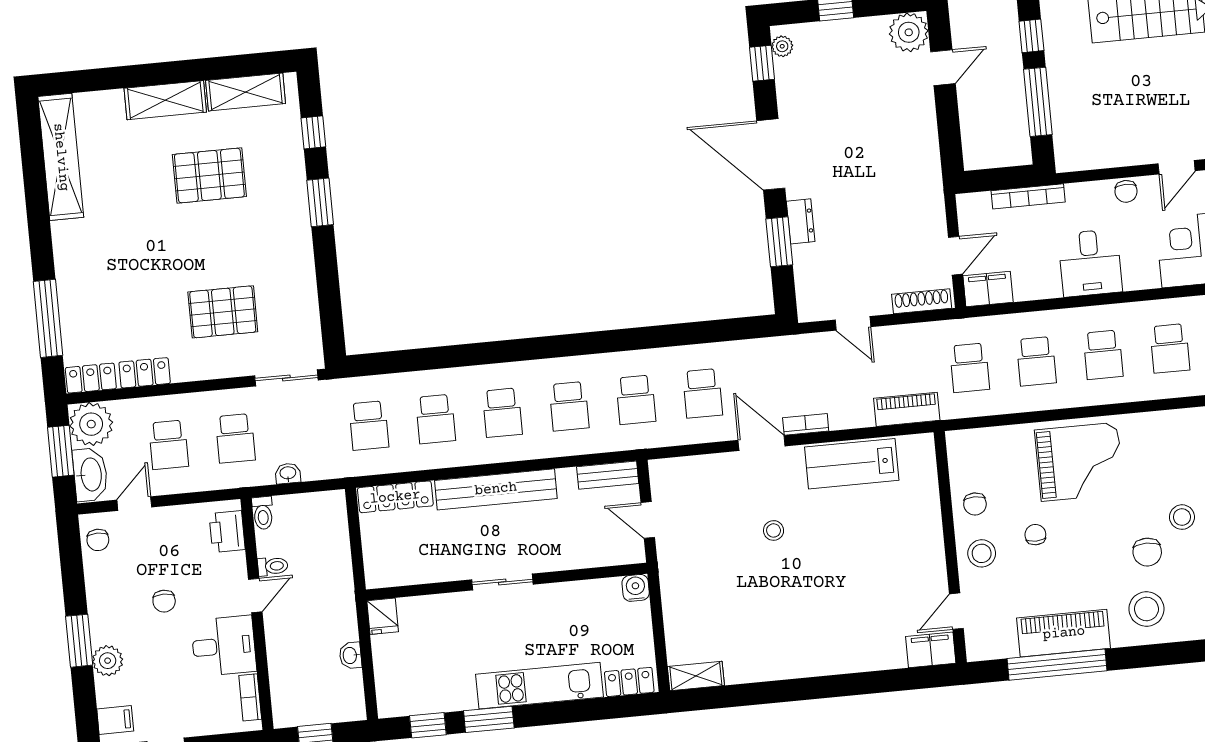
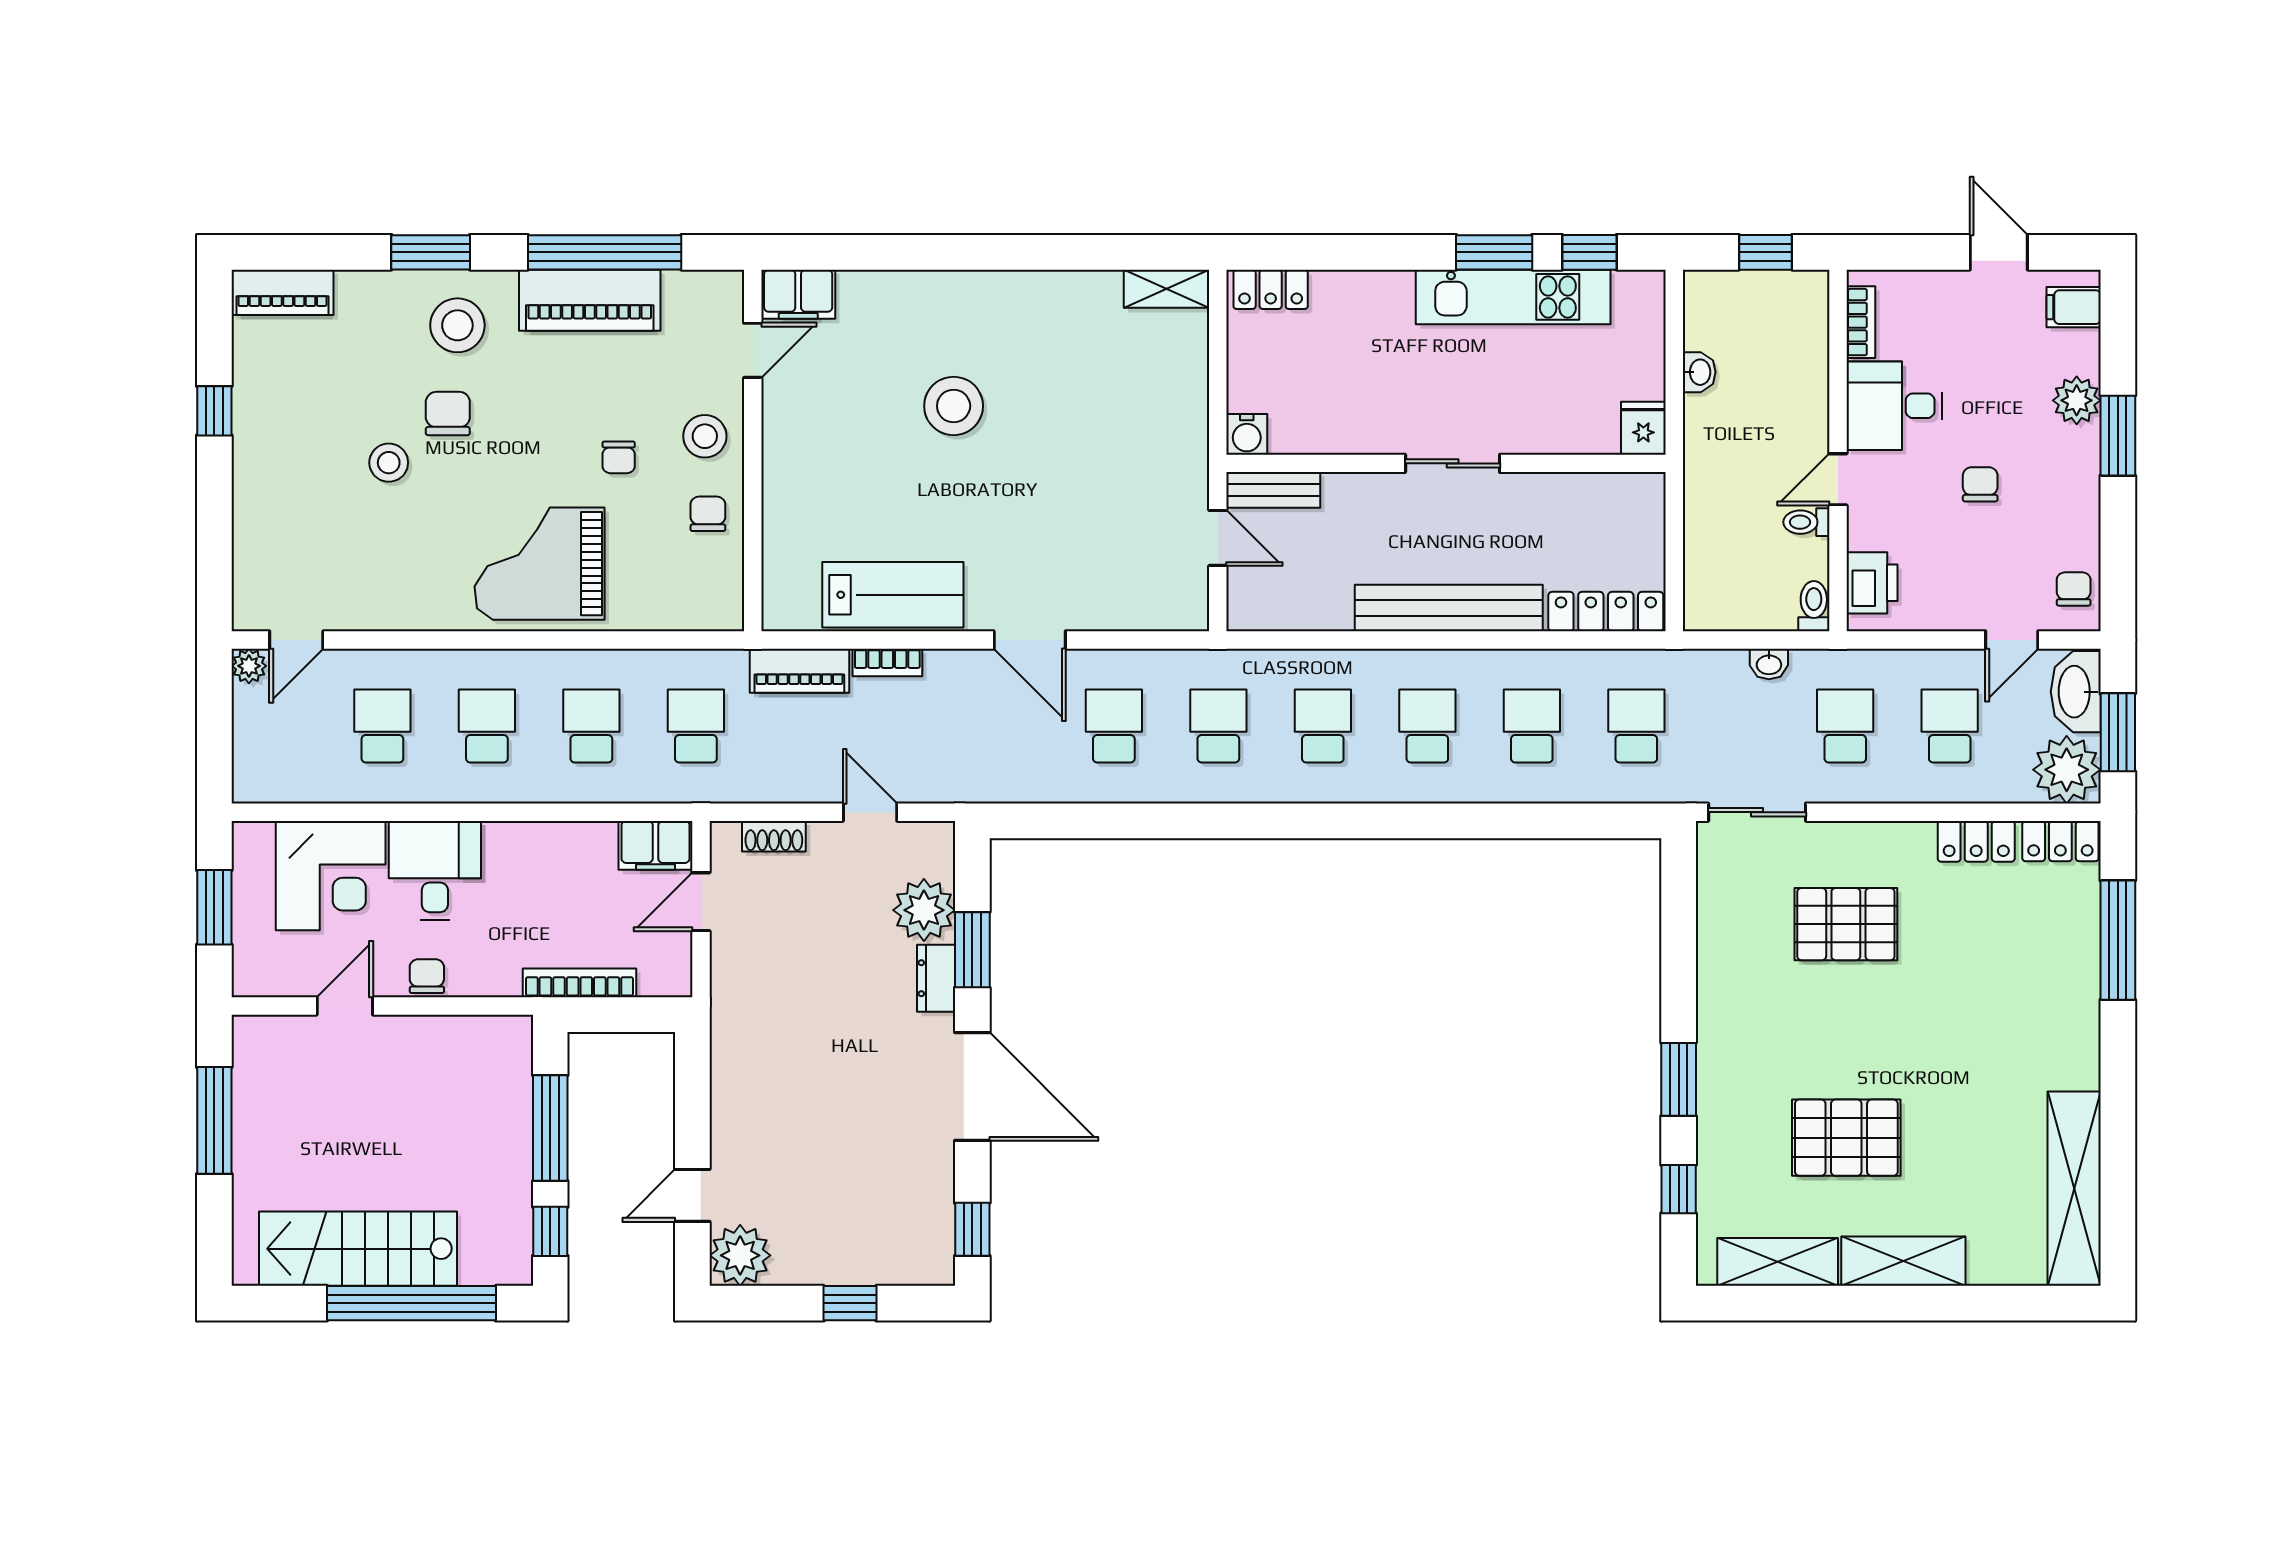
plant: (782, 46) -> (924, 910), moved, width x1.87, depth x1.87
desk: (1090, 263) -> (435, 871), moved
shoe rack: (922, 301) -> (774, 836), width x0.70
bookcase: (806, 424) -> (887, 662), moved
bench: (608, 475) -> (1273, 490), moved
stool: (774, 530) -> (954, 406), moved, width x1.89, depth x1.89
window: (1168, 654) -> (431, 252), added
kitchen unit: (540, 686) -> (1513, 297), moved

